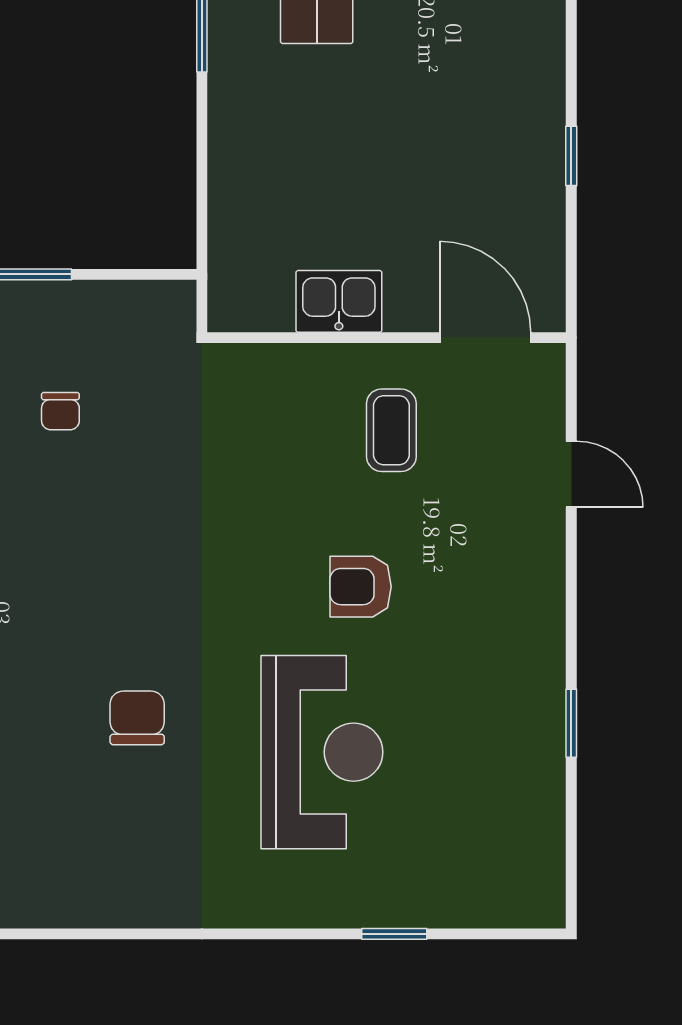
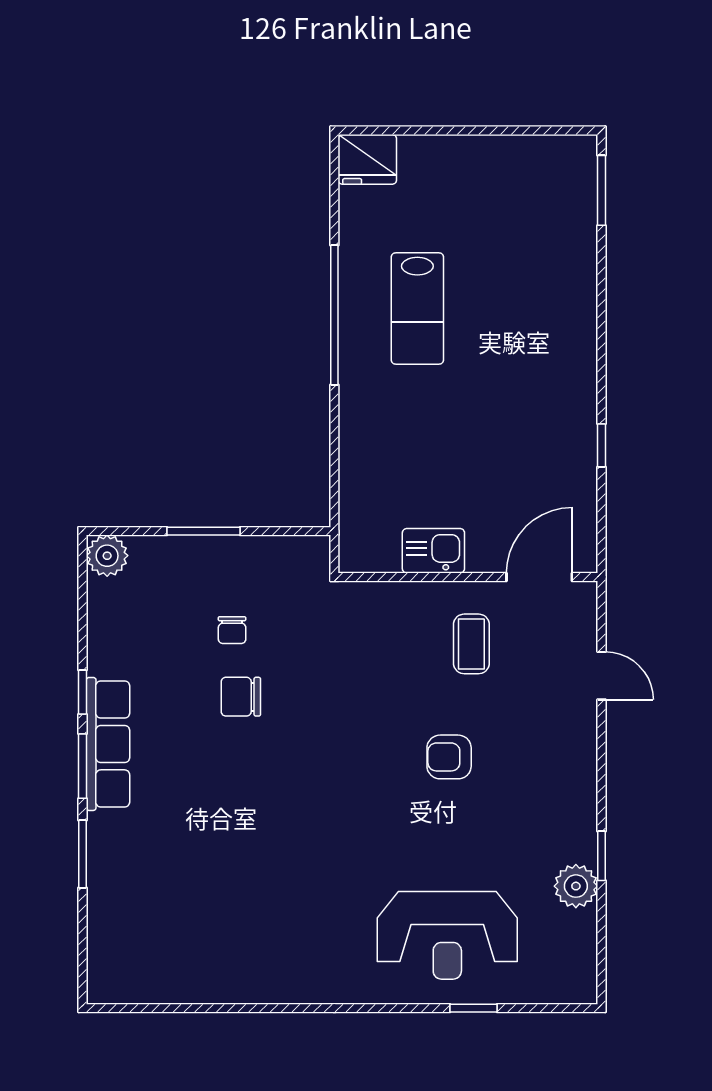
door: (485, 338) -> (539, 577), hinge flipped
chair: (137, 718) -> (241, 697), moved, turned -90
reception desk: (322, 752) -> (447, 935), moved, turned 90
plant: (536, 765) -> (576, 886), added

